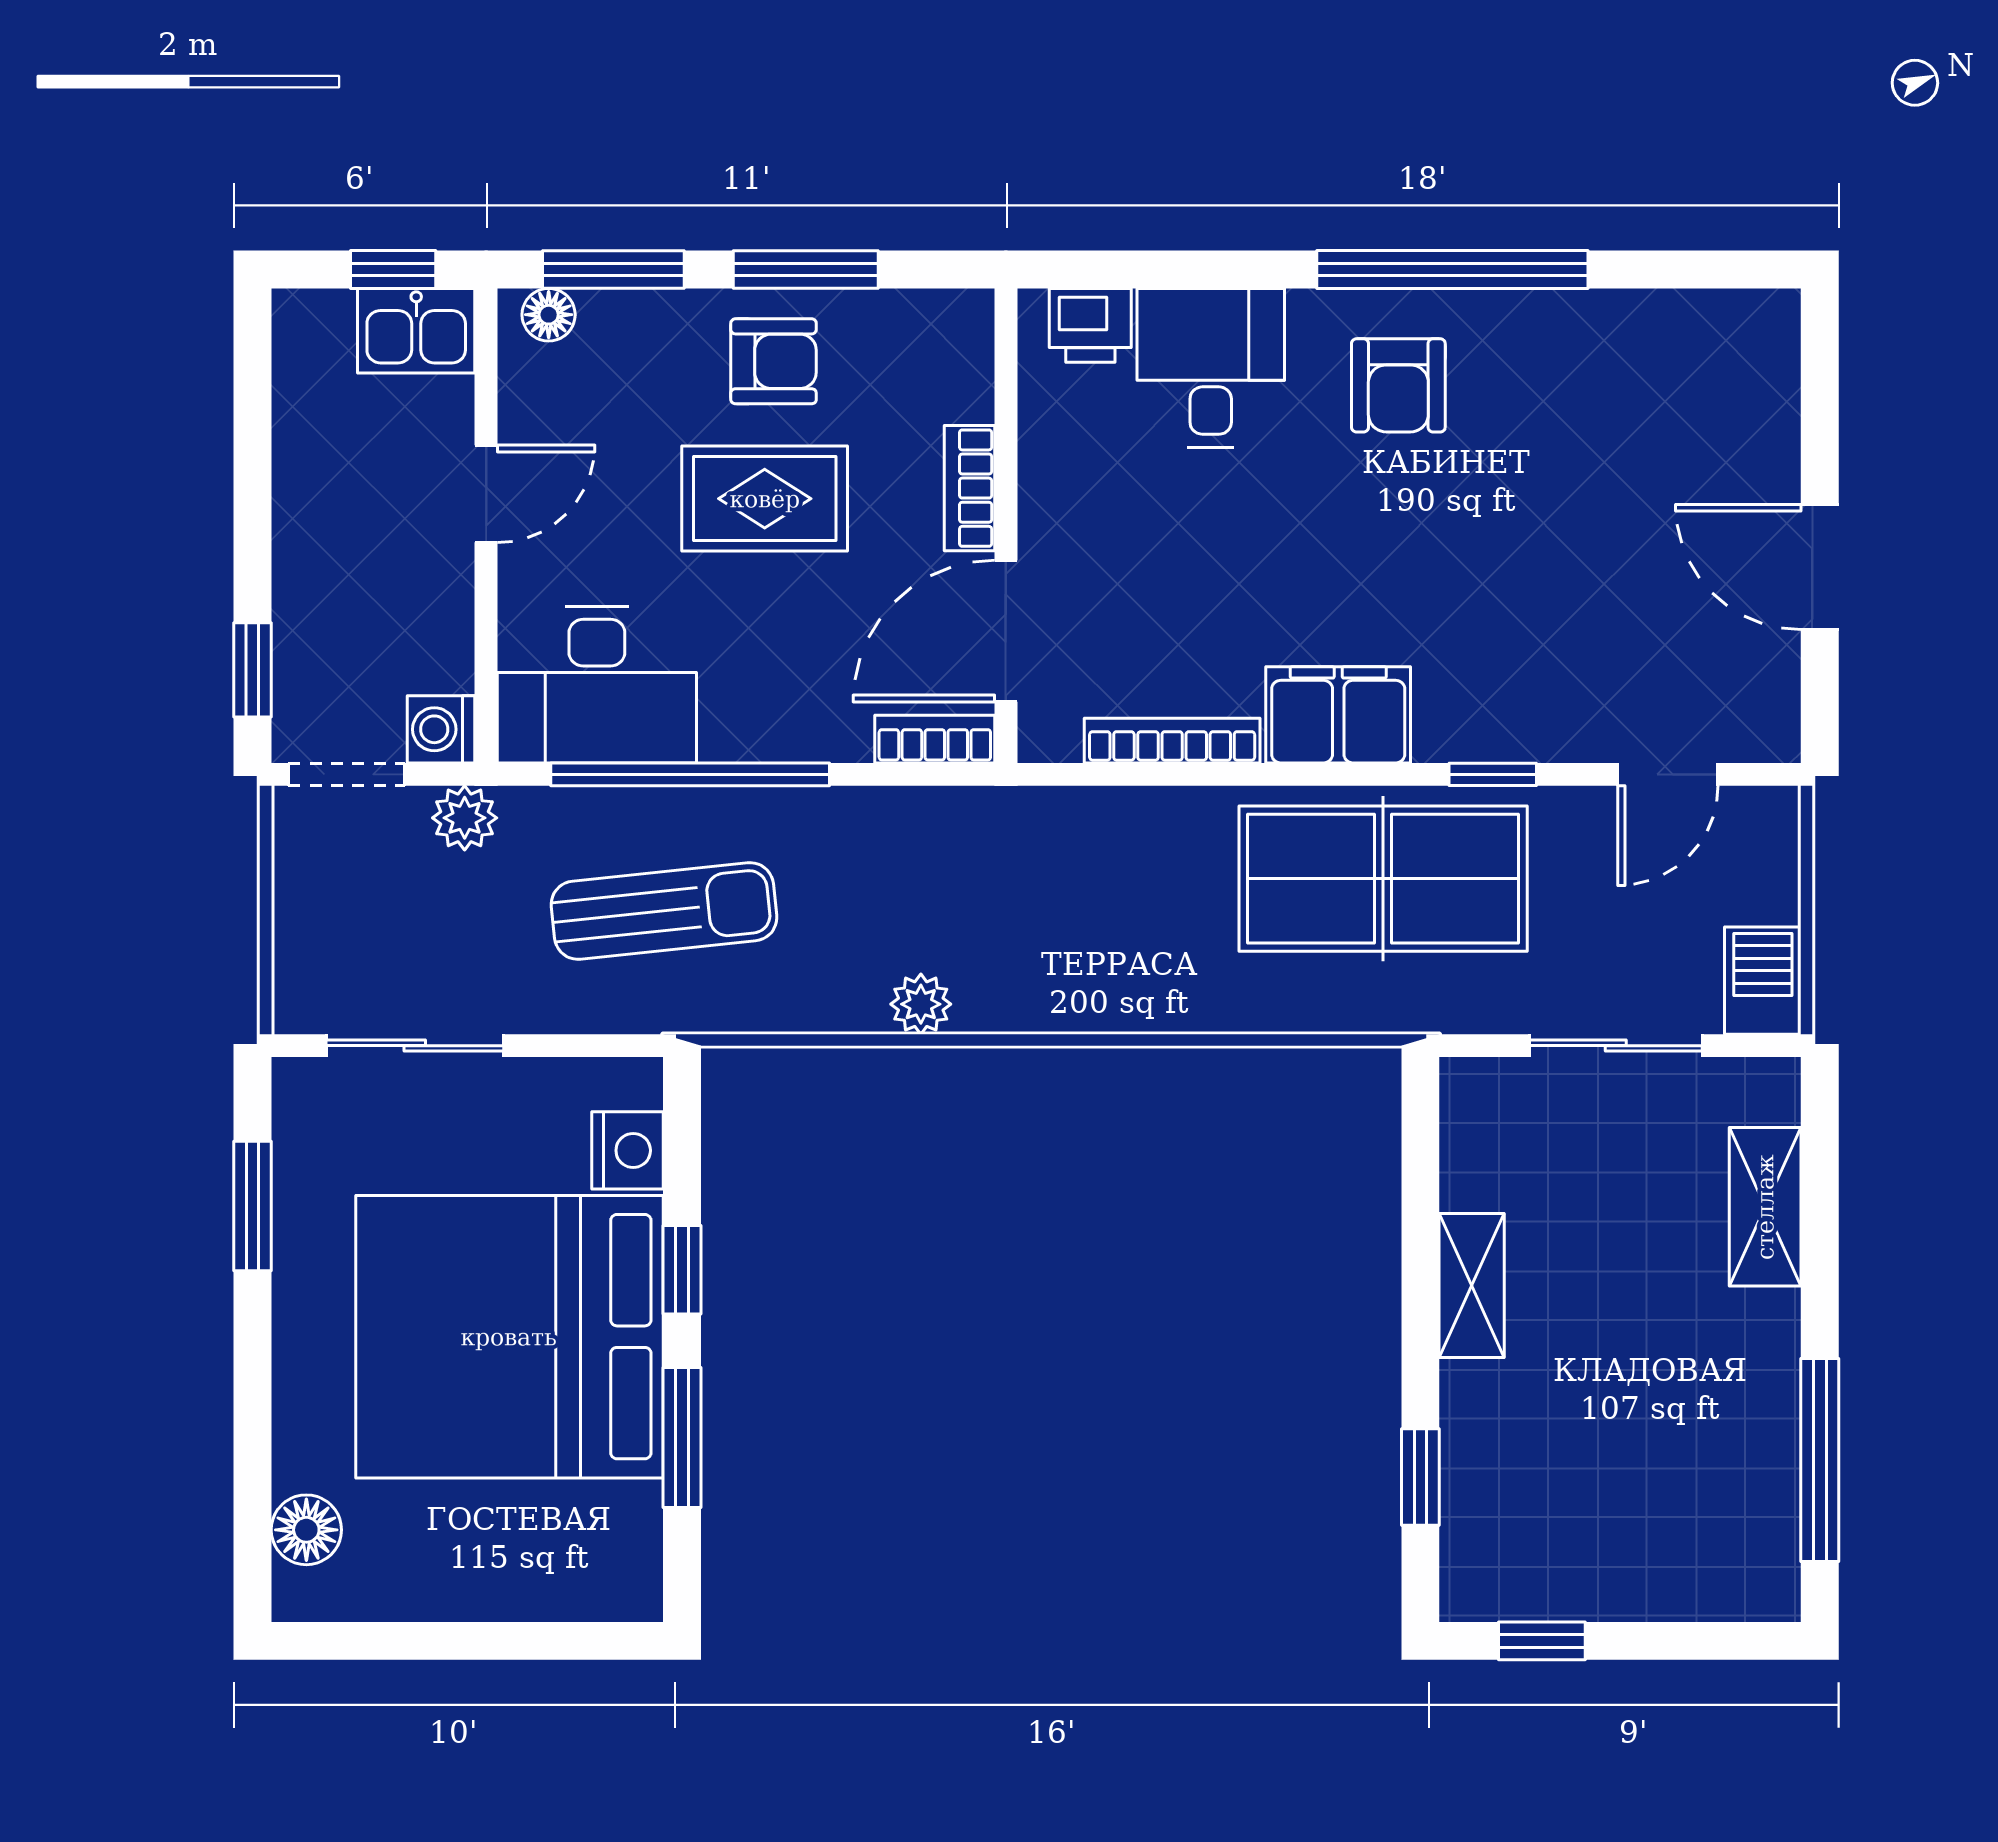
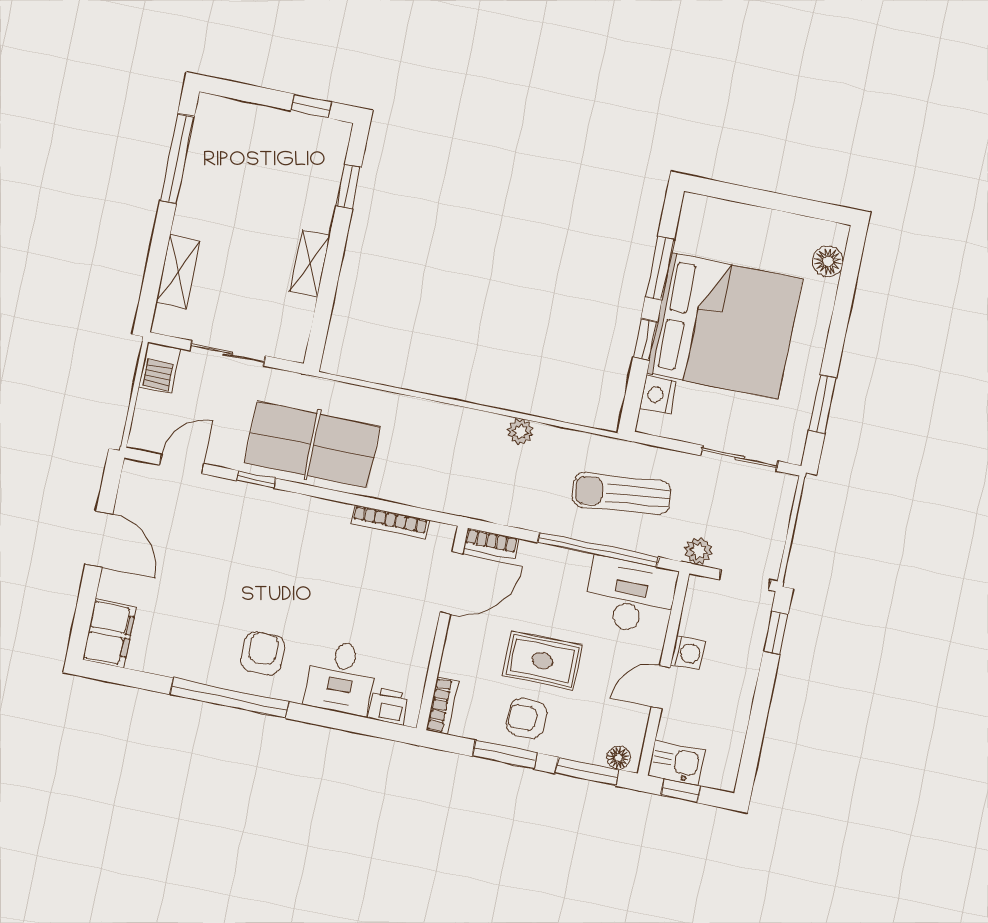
bookcase: (970, 488) -> (442, 706), moved
filing cabinet: (1338, 715) -> (109, 633), moved, turned -90
washing machine: (441, 729) -> (688, 653), moved

